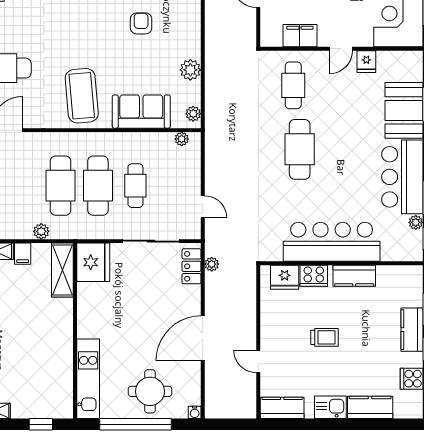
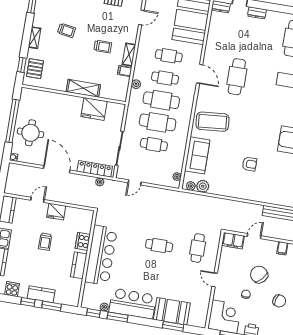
filing cabinet: (300, 36) -> (233, 241), moved, turned 90
fridge: (366, 62) -> (204, 294), removed
plant: (190, 70) -> (203, 186), moved
cafe table: (293, 85) -> (198, 248), turned 90
cafe table: (300, 149) -> (159, 246), width x0.73, depth x0.74
cafe table: (23, 186) -> (165, 78), added
fridge: (93, 262) -> (94, 109), moved
locker: (191, 266) -> (95, 169), width x1.53
shelving: (62, 270) -> (83, 88), moved
fridge: (285, 277) -> (56, 212), moved, turned -90
kitchen unit: (88, 379) -> (44, 97), removed
pallet: (43, 402) -> (35, 69), added

